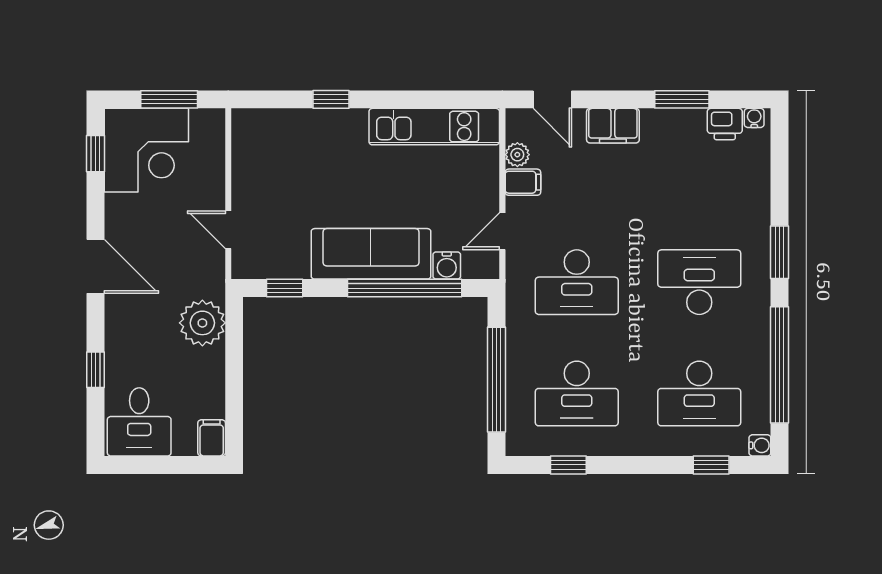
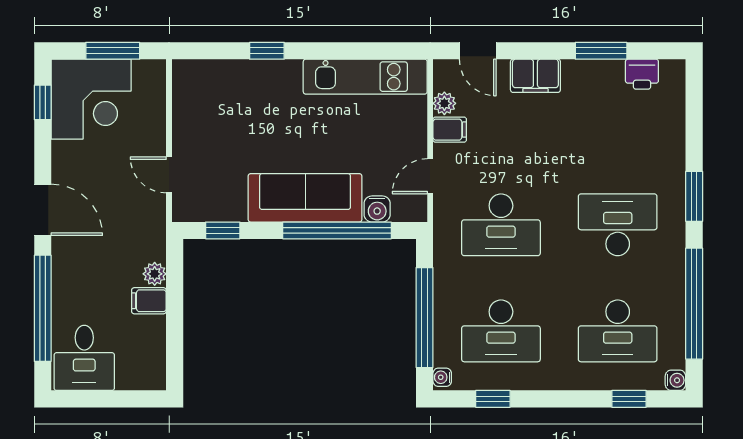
water cooler: (754, 118) -> (442, 377), moved, turned -90
plant: (202, 323) -> (155, 274), width x0.53, depth x0.53
window: (96, 370) -> (43, 308), width x3.17
filing cabinet: (212, 438) -> (149, 301), moved, turned -90

